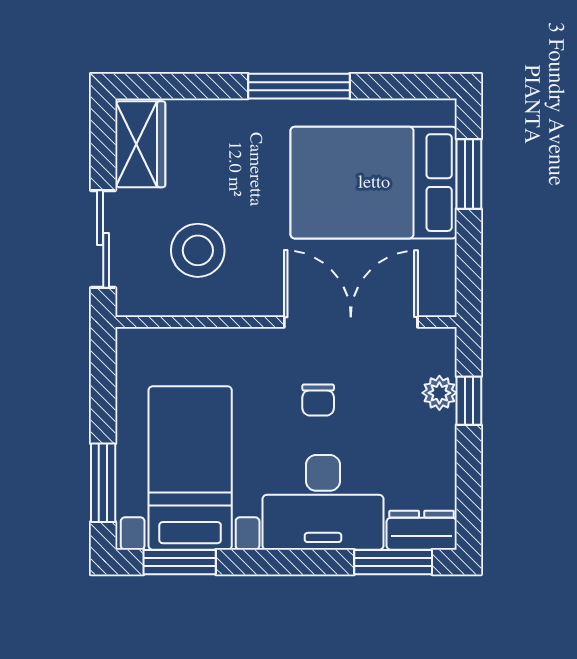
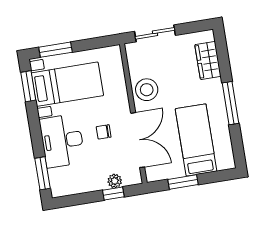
wardrobe: (140, 144) -> (208, 60), moved, turned 90
window: (469, 174) -> (183, 182), moved
bed: (374, 183) -> (196, 140), width x0.67
stool: (198, 250) -> (147, 90), moved
dresser: (422, 530) -> (57, 183), removed

